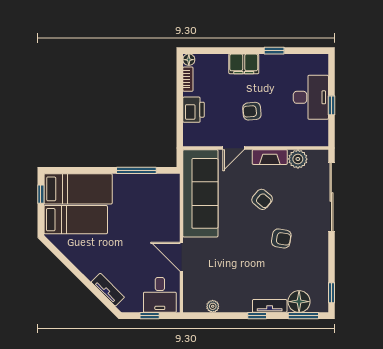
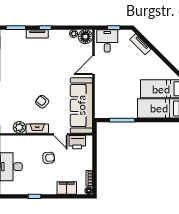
filing cabinet: (244, 64) -> (67, 188), moved
printer: (194, 110) -> (77, 142), moved, turned -90
door: (234, 148) -> (60, 134), swing flipped
armchair: (281, 238) -> (30, 77), removed
door: (181, 257) -> (93, 65), swing flipped
floor lamp: (299, 302) -> (85, 37), moved

